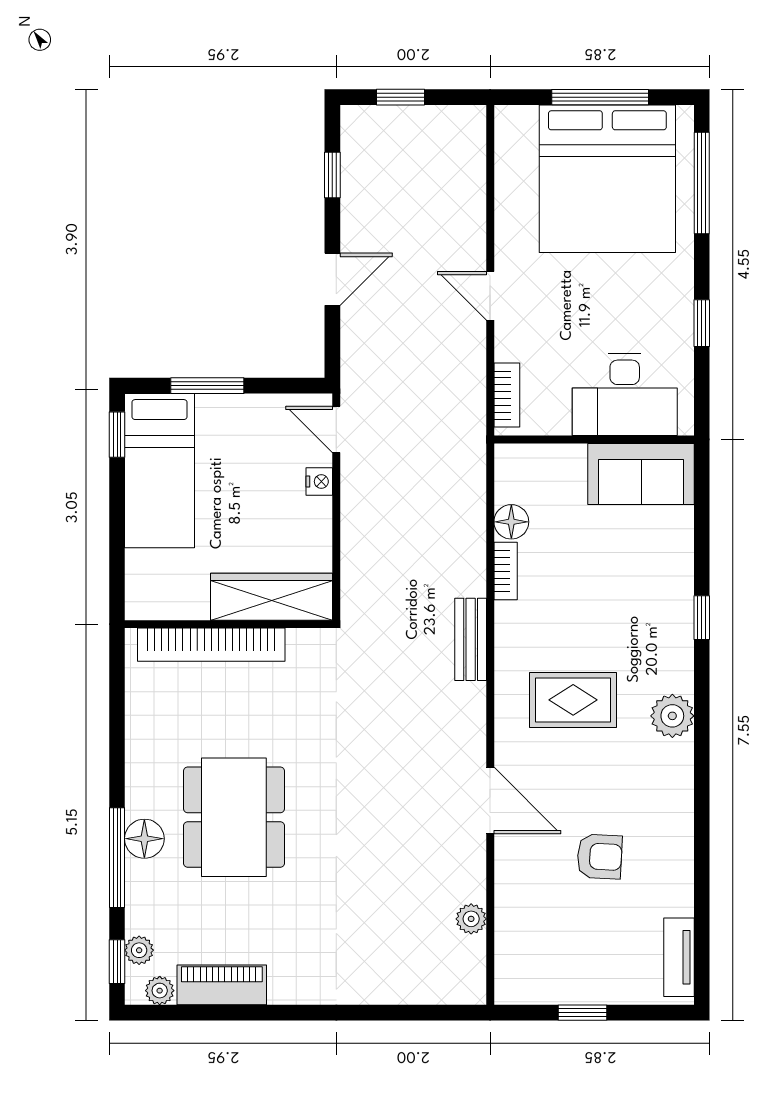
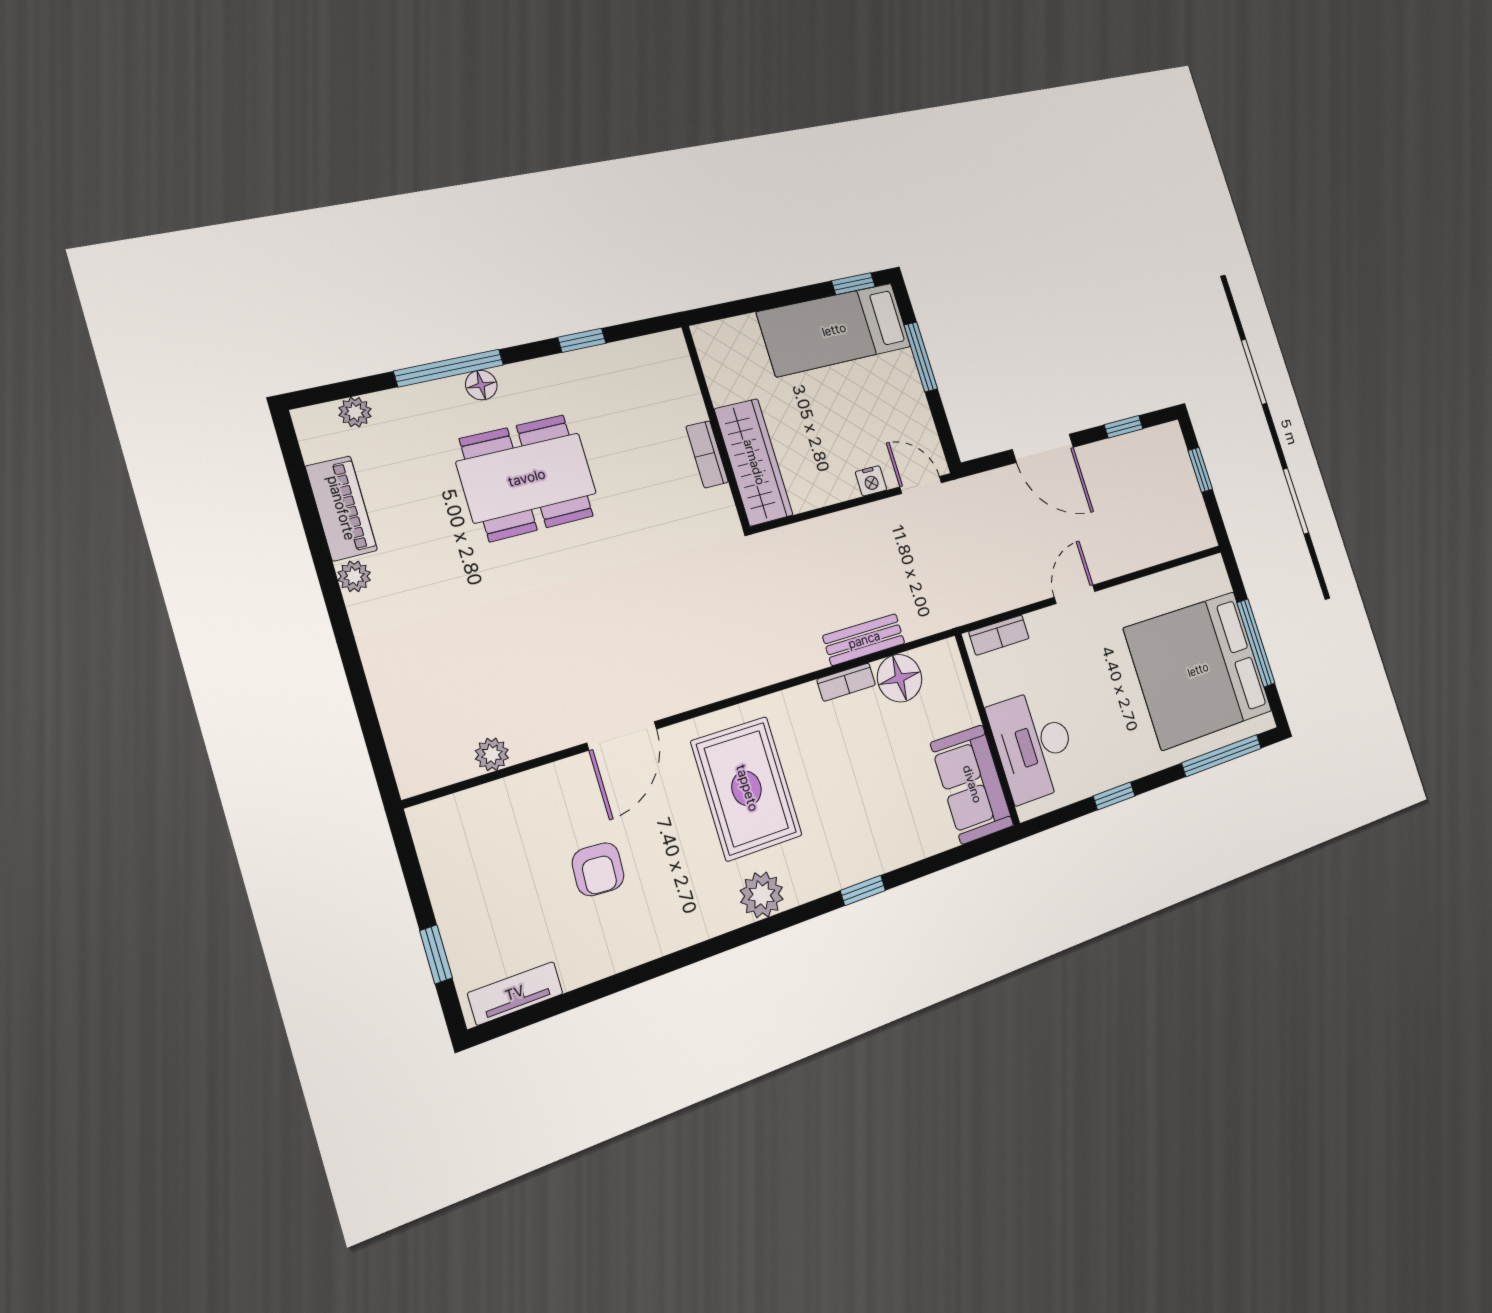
door: (332, 279) -> (1043, 448), width x1.38
door: (336, 429) -> (921, 485), hinge flipped
floor lamp: (511, 522) -> (900, 678), width x1.38, depth x1.38
bench: (471, 639) -> (864, 640), moved
bookcase: (211, 645) -> (707, 454), width x0.43, depth x0.76
rug: (573, 700) -> (747, 788), width x1.36, depth x1.43
floor lamp: (144, 839) -> (481, 385), width x0.73, depth x0.73
window: (117, 962) -> (582, 340), moved
plant: (160, 991) -> (354, 576), moved
window: (583, 1013) -> (436, 954), moved

